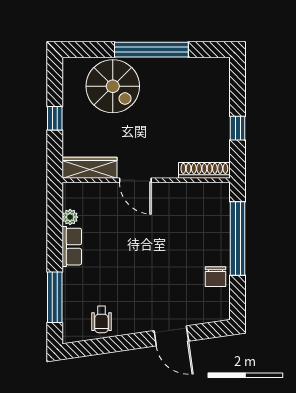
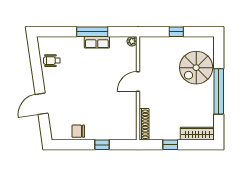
wardrobe: (90, 168) -> (197, 134), moved, turned -90
plant: (70, 217) -> (132, 41), moved
window: (238, 238) -> (102, 145), width x0.32
window: (55, 297) -> (92, 32), moved

